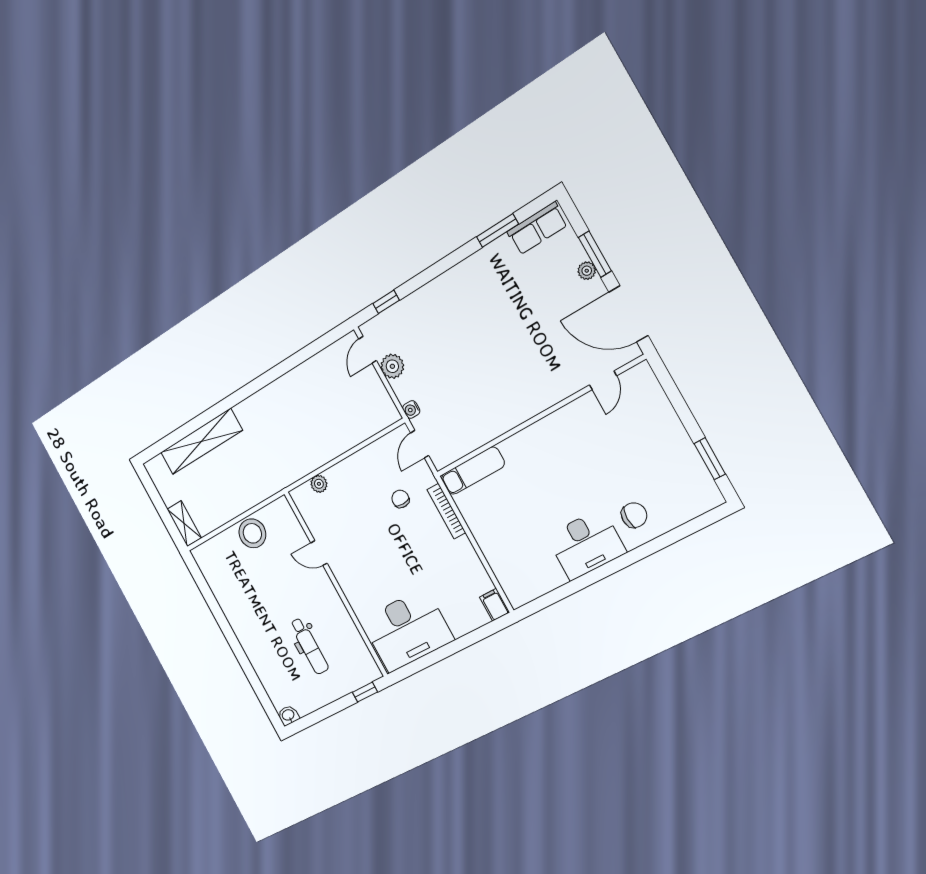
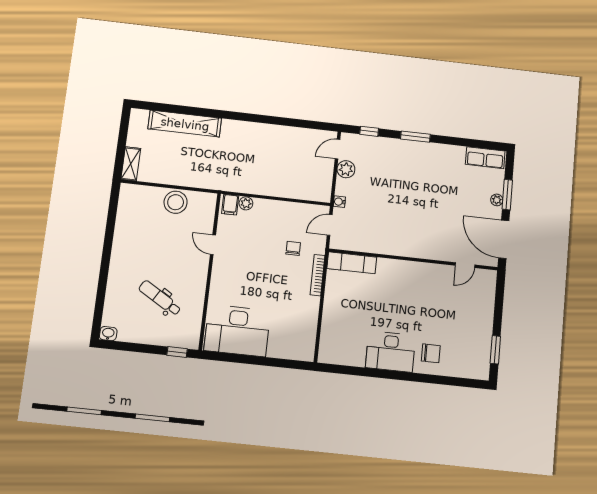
window: (498, 230) -> (415, 137), moved
filing cabinet: (495, 605) -> (230, 205), moved, turned 180
dental chair: (309, 646) -> (160, 298), turned 121

